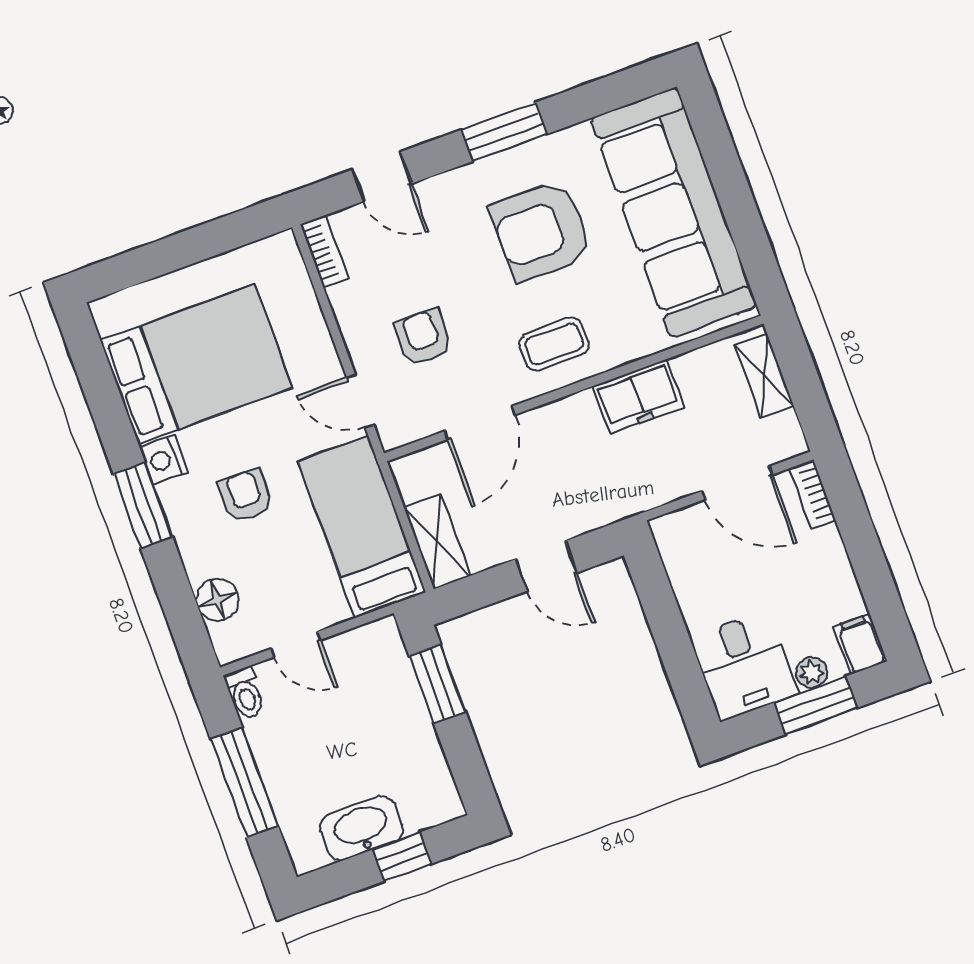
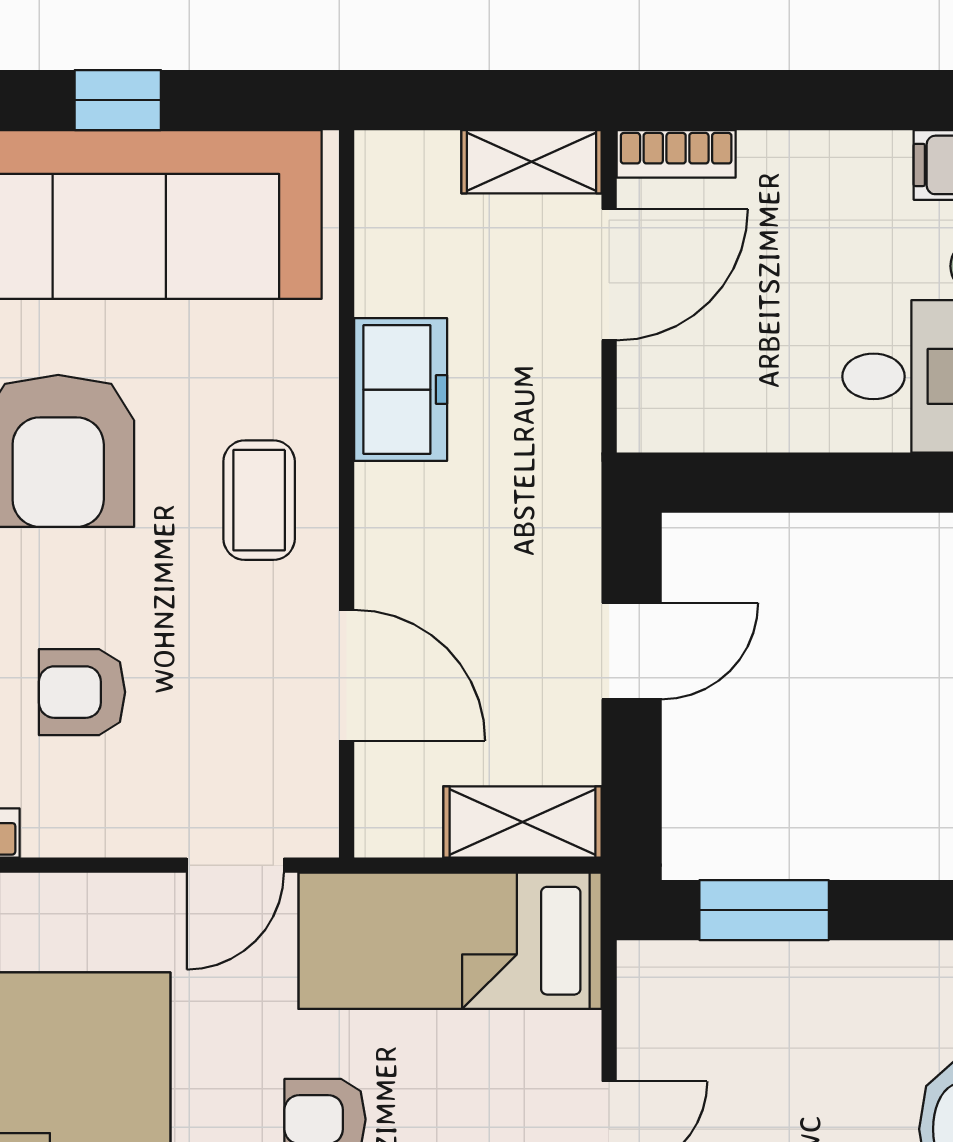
window: (734, 195) -> (118, 100), added
armchair: (423, 337) -> (82, 692), moved
shelving: (764, 376) -> (531, 162), moved

